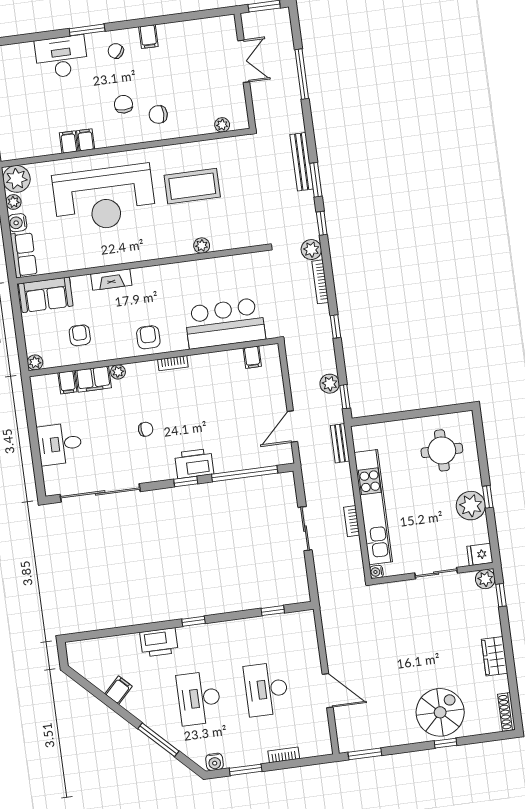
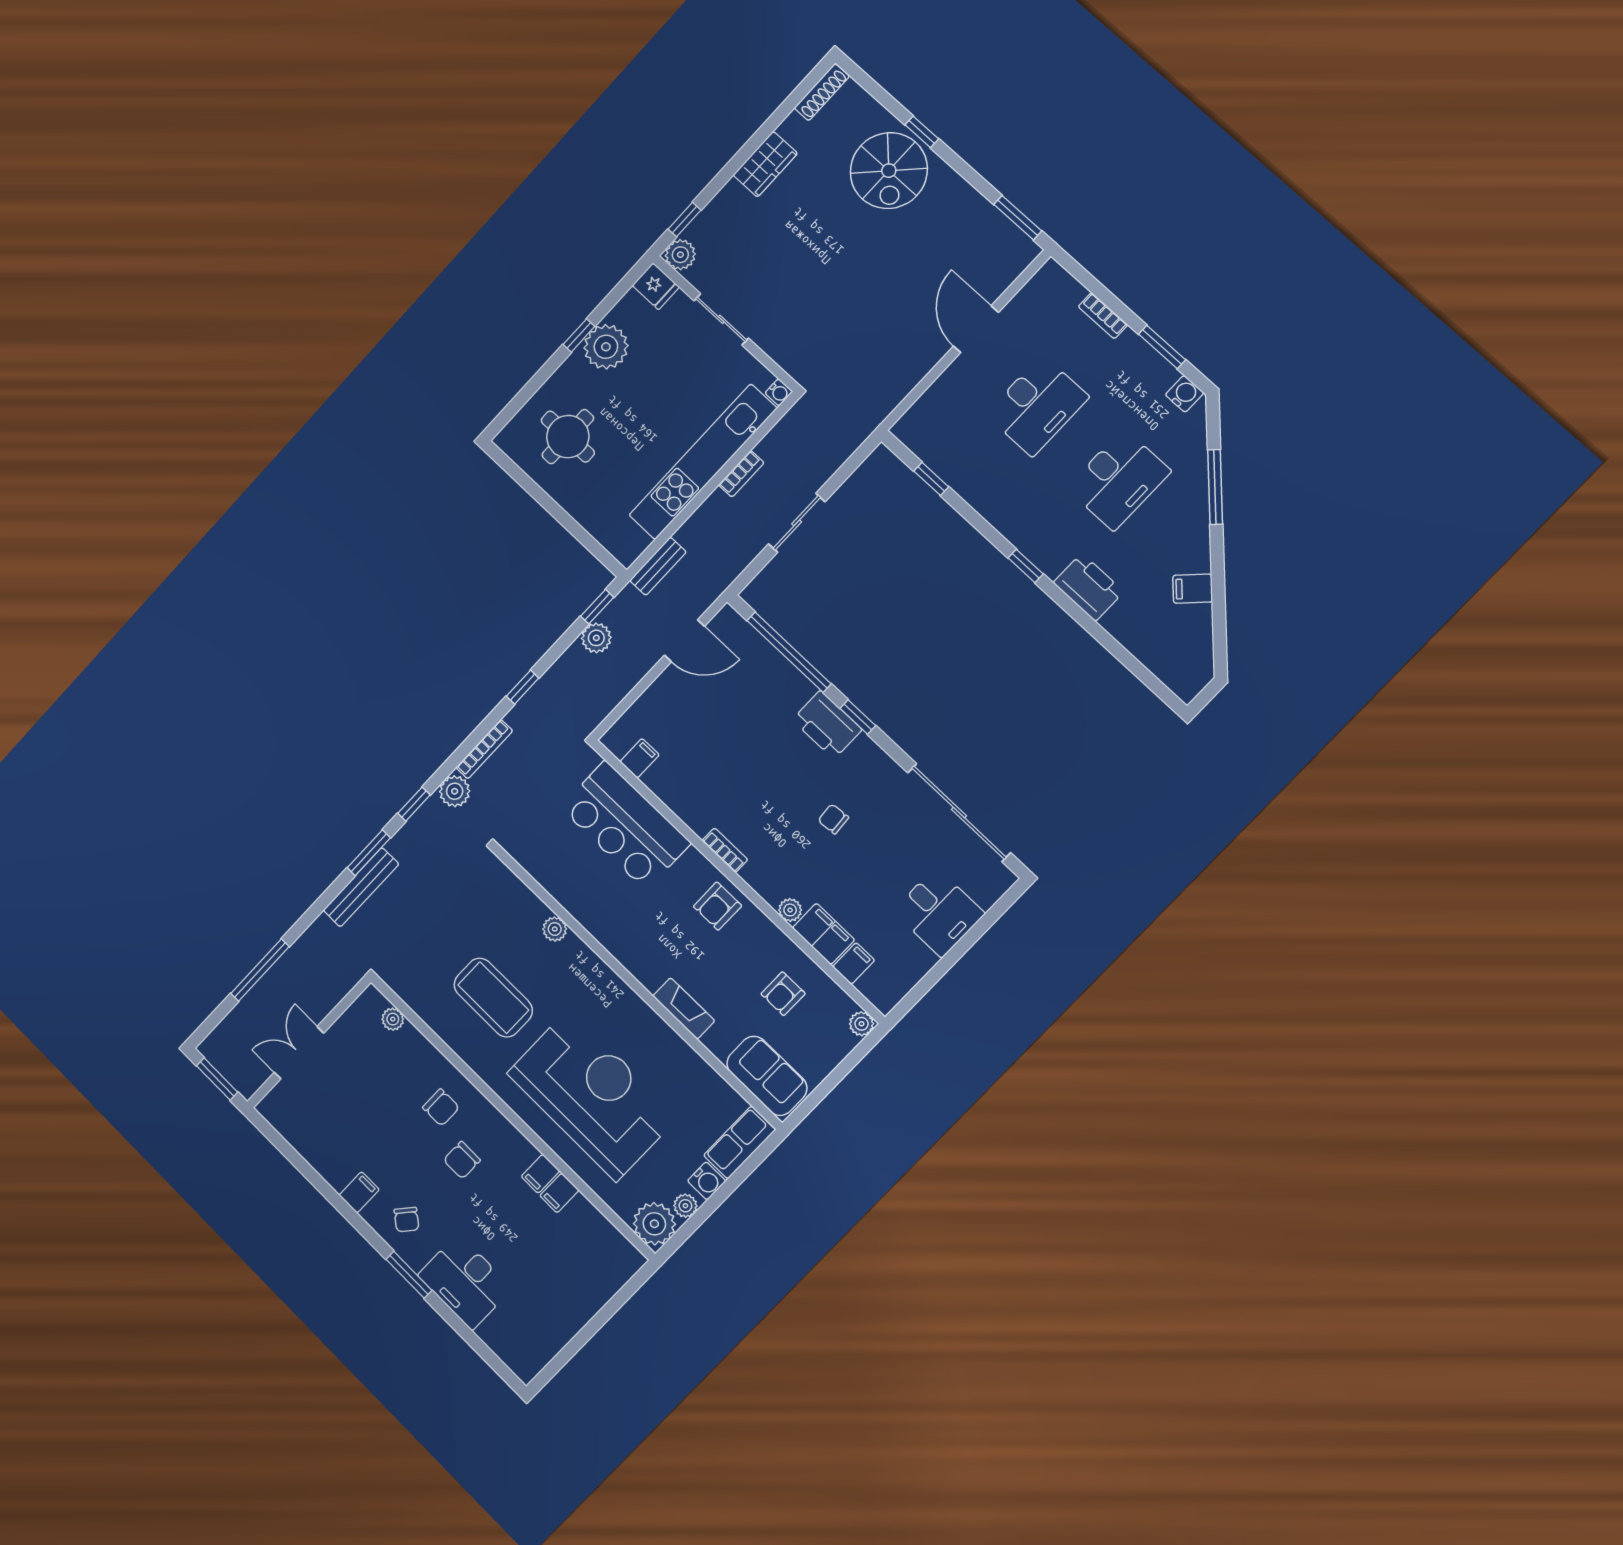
spiral stairs: (440, 712) -> (889, 171), turned -90

